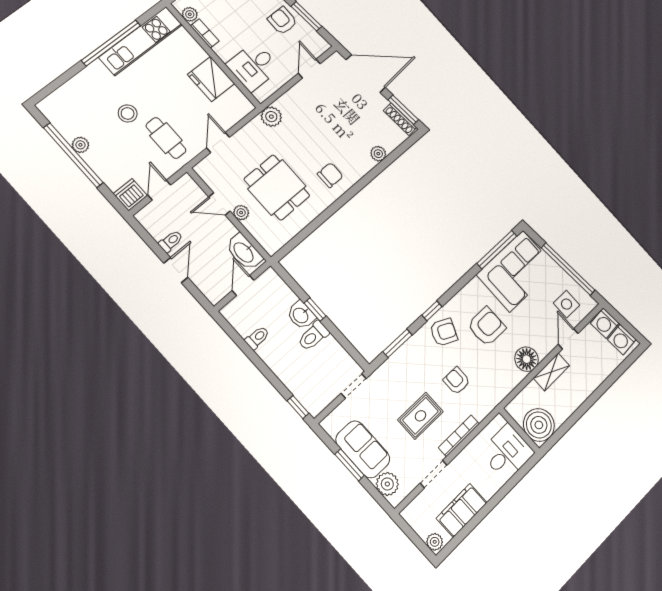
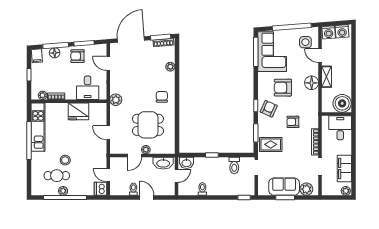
cafe table: (166, 138) -> (57, 176), moved
door: (243, 285) -> (176, 176), swing flipped
washbasin: (301, 315) -> (187, 163), moved
armchair: (487, 327) -> (283, 88), turned -90
toilet: (313, 336) -> (234, 165), moved
rug: (420, 416) -> (271, 144), moved, turned 90

